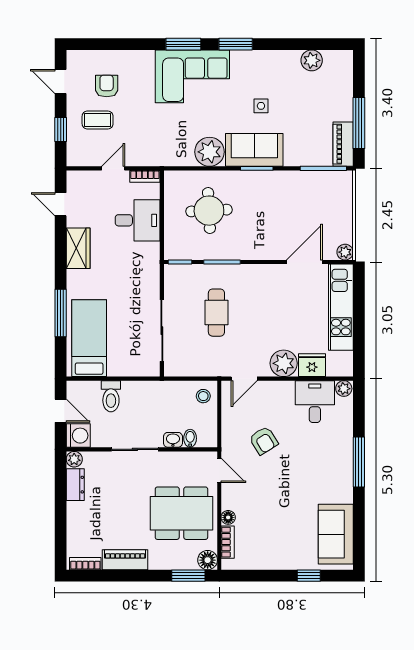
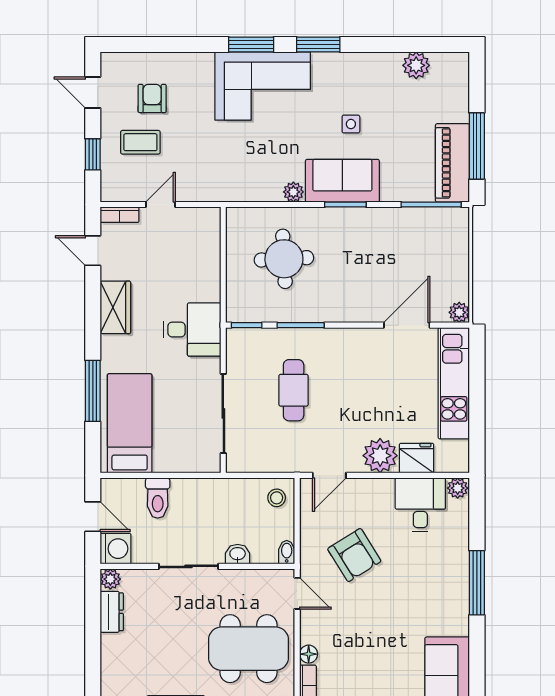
piano: (343, 144) -> (452, 163), width x1.37, depth x1.33
plant: (209, 152) -> (293, 192), width x0.53, depth x0.53
bookcase: (145, 176) -> (120, 215), moved
desk: (138, 220) -> (192, 330), moved
bidet: (190, 438) -> (287, 552), moved
armchair: (264, 441) -> (354, 555), width x1.38, depth x1.38

